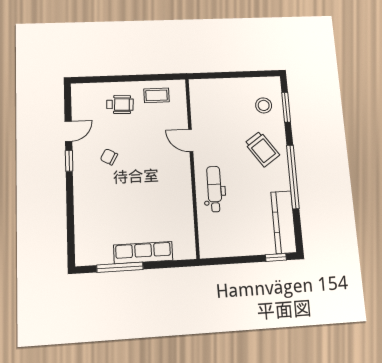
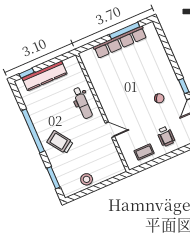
wheelchair: (120, 105) -> (166, 136), turned -93
stool: (264, 105) -> (87, 179), moved
kitchen counter: (284, 222) -> (44, 76), moved, turned 90
row of seats: (143, 253) -> (120, 42), width x1.36

